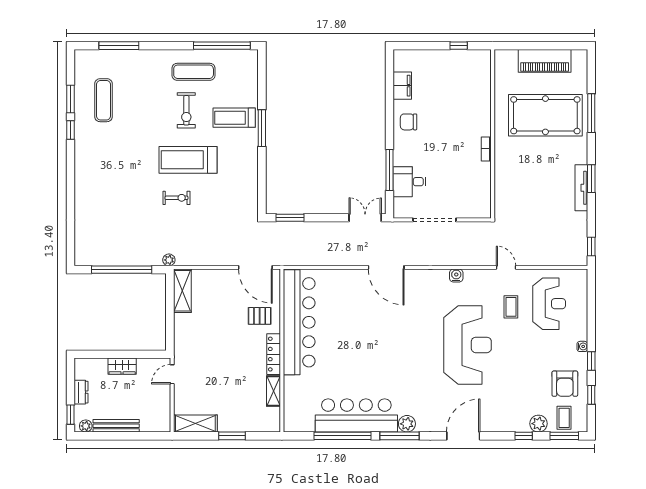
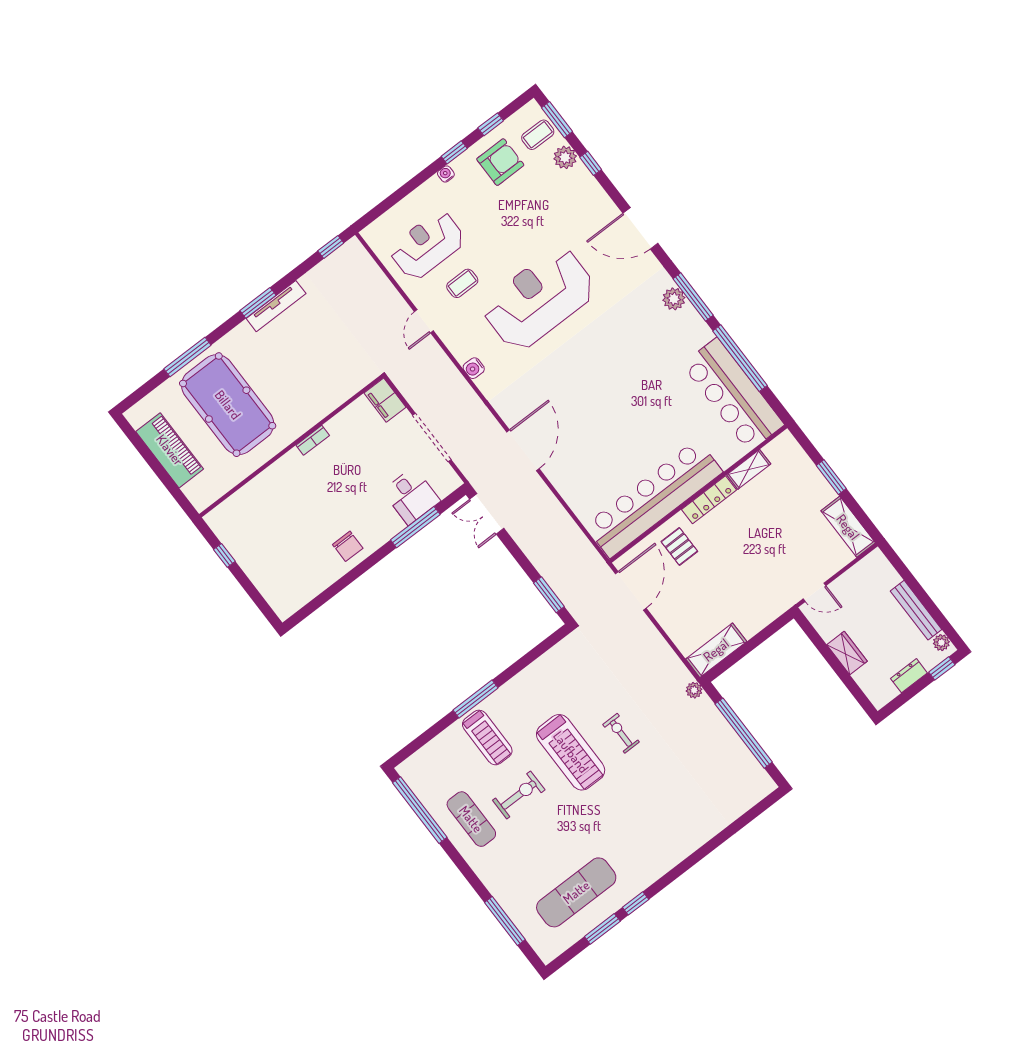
filing cabinet: (402, 86) -> (385, 400), moved, turned -90
exercise mat: (104, 100) -> (576, 892), width x1.36, depth x1.45
bar counter: (356, 415) -> (733, 395), moved

